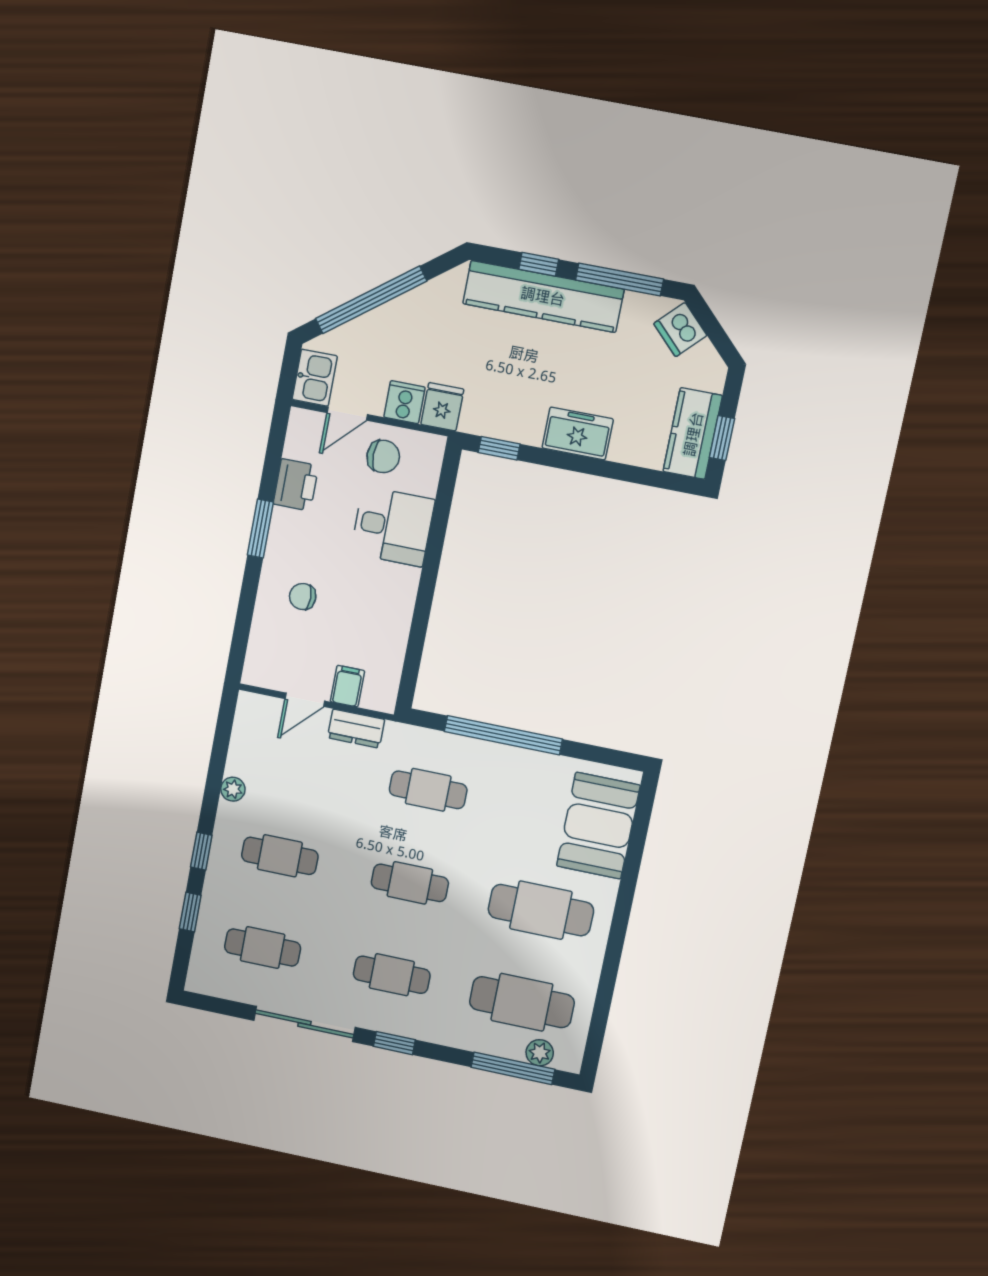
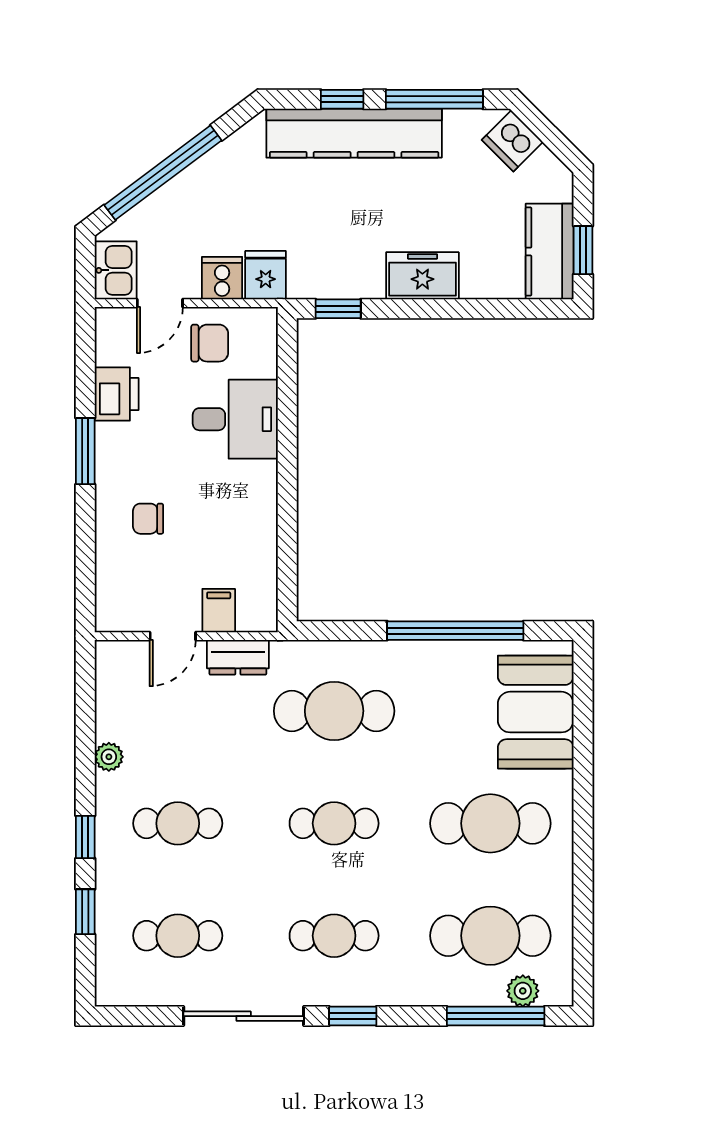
window: (503, 735) -> (455, 631), moved
cafe table: (428, 790) -> (334, 711), width x1.37, depth x1.35

